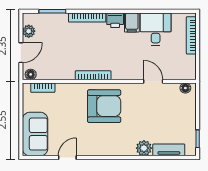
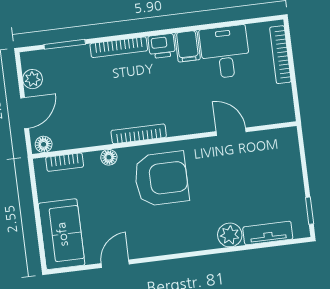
floor lamp: (185, 88) -> (109, 157), moved

